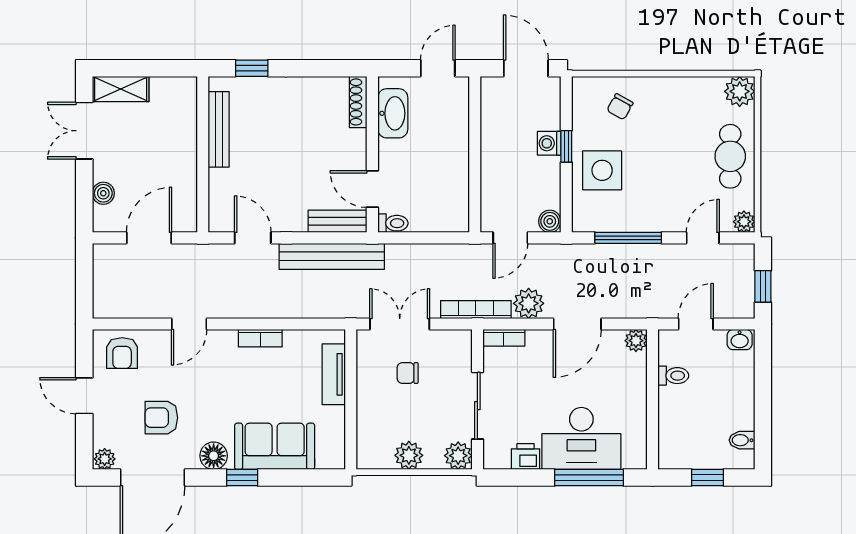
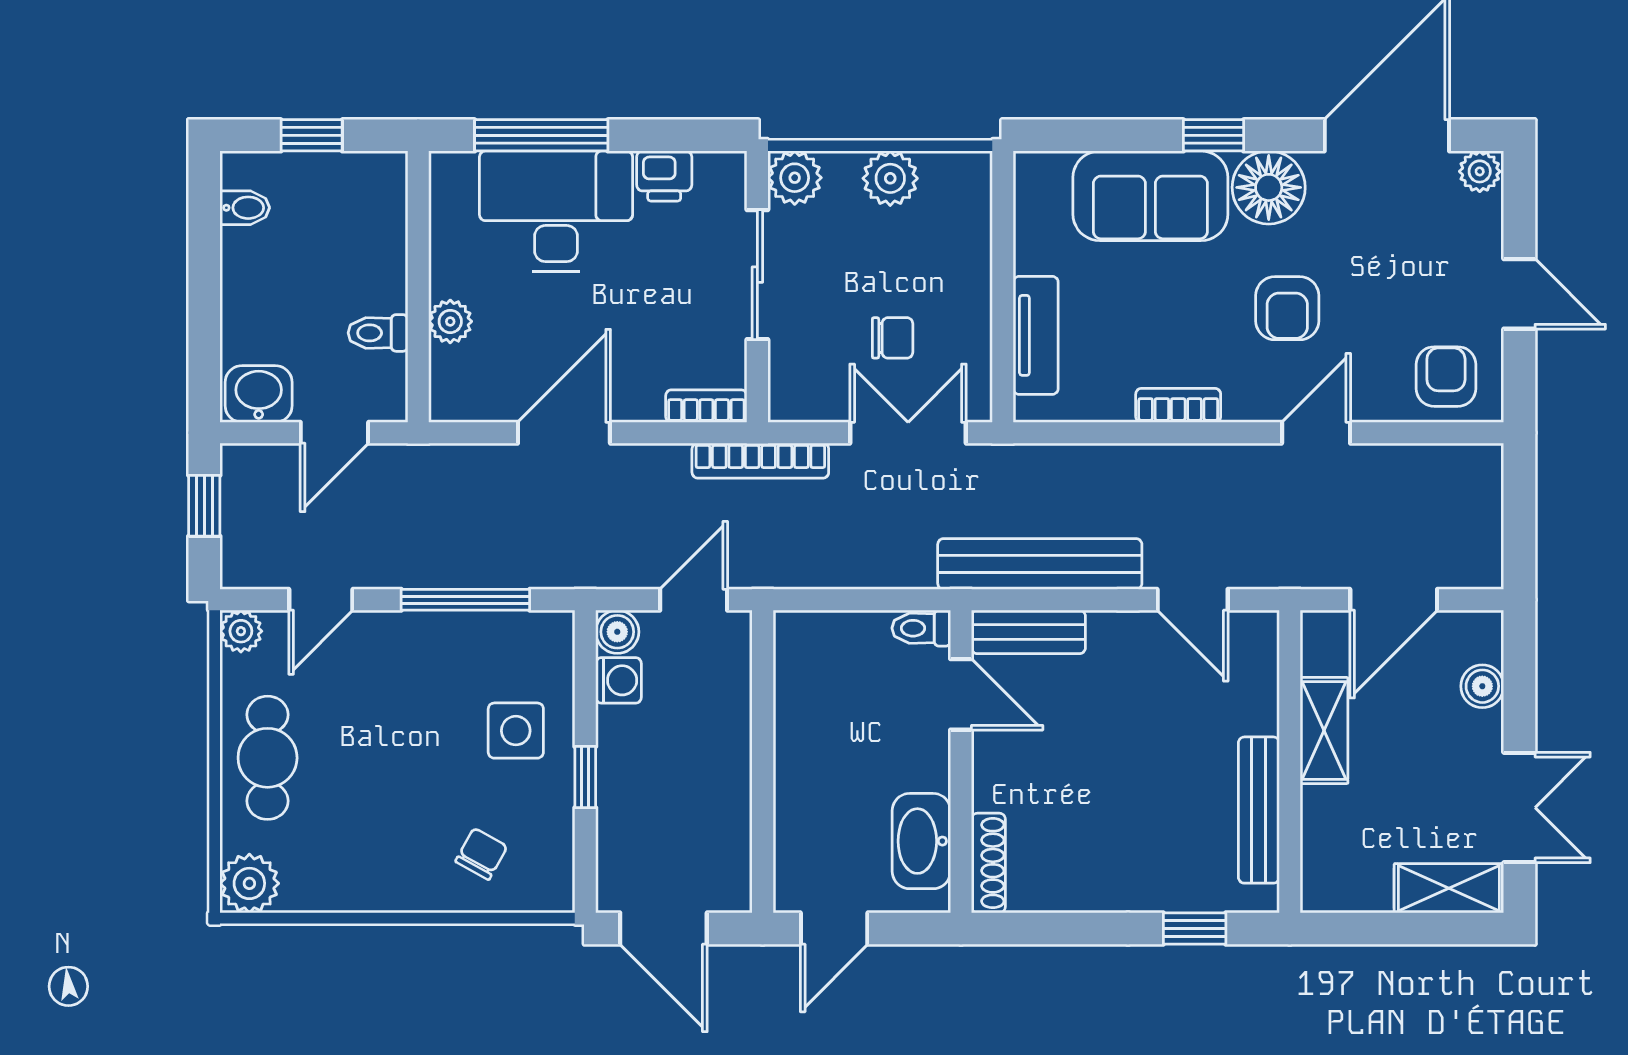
washing machine: (549, 143) -> (618, 680), moved
shelving: (185, 170) -> (1324, 730), added
side table: (602, 170) -> (516, 731), width x0.73, depth x0.73
plant: (529, 303) -> (658, 473), removed
double door: (400, 324) -> (908, 433), swing flipped
washbasin: (740, 340) -> (259, 394), width x1.38, depth x1.45
plant: (636, 341) -> (450, 321), moved
armchair: (161, 418) -> (1287, 308), moved, turned 90
floor lamp: (214, 456) -> (1269, 187), width x1.38, depth x1.38

